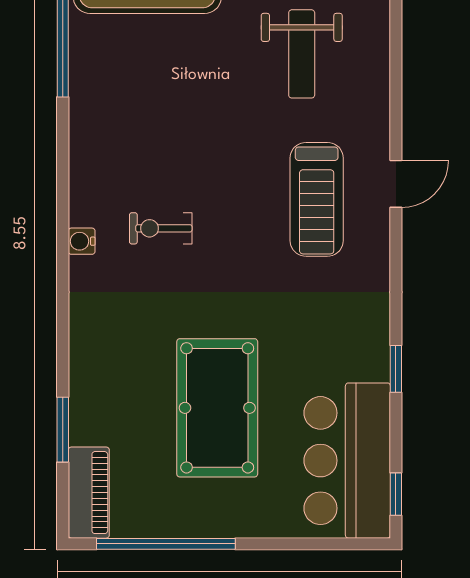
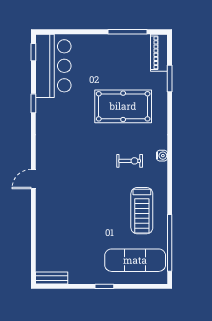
weight bench: (302, 54) -> (72, 232), removed
treadmill: (317, 199) -> (142, 211), moved, turned 180
pool table: (217, 408) -> (123, 106), moved, turned 90
window: (166, 544) -> (127, 32), width x0.68

